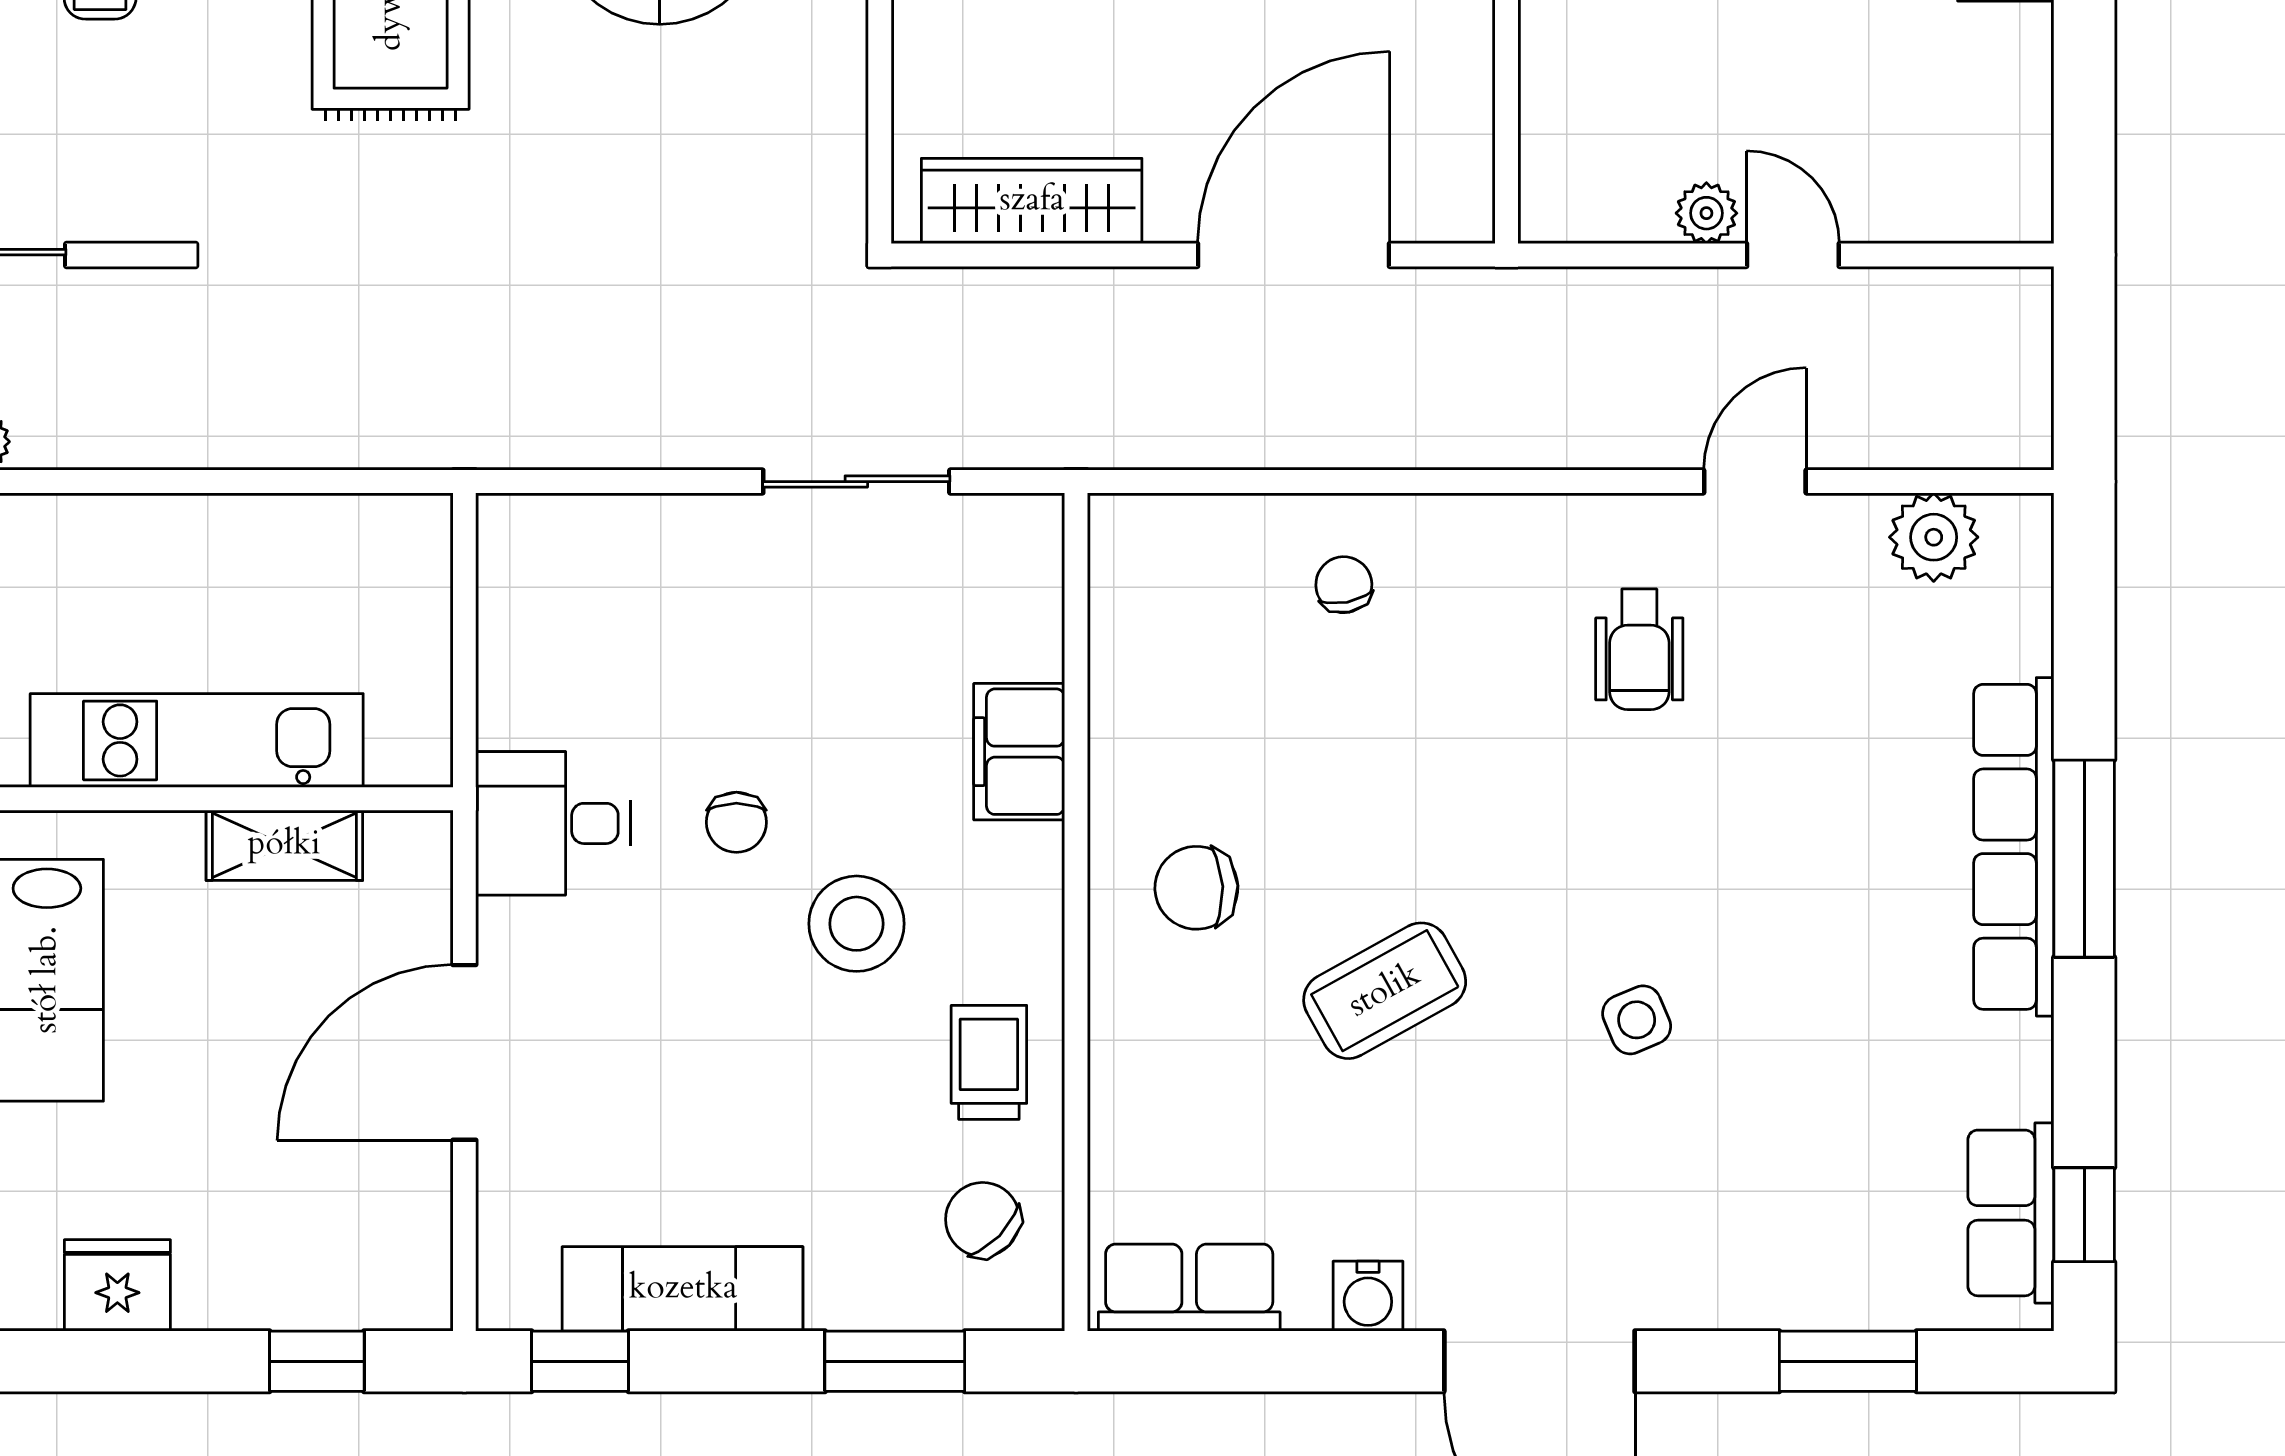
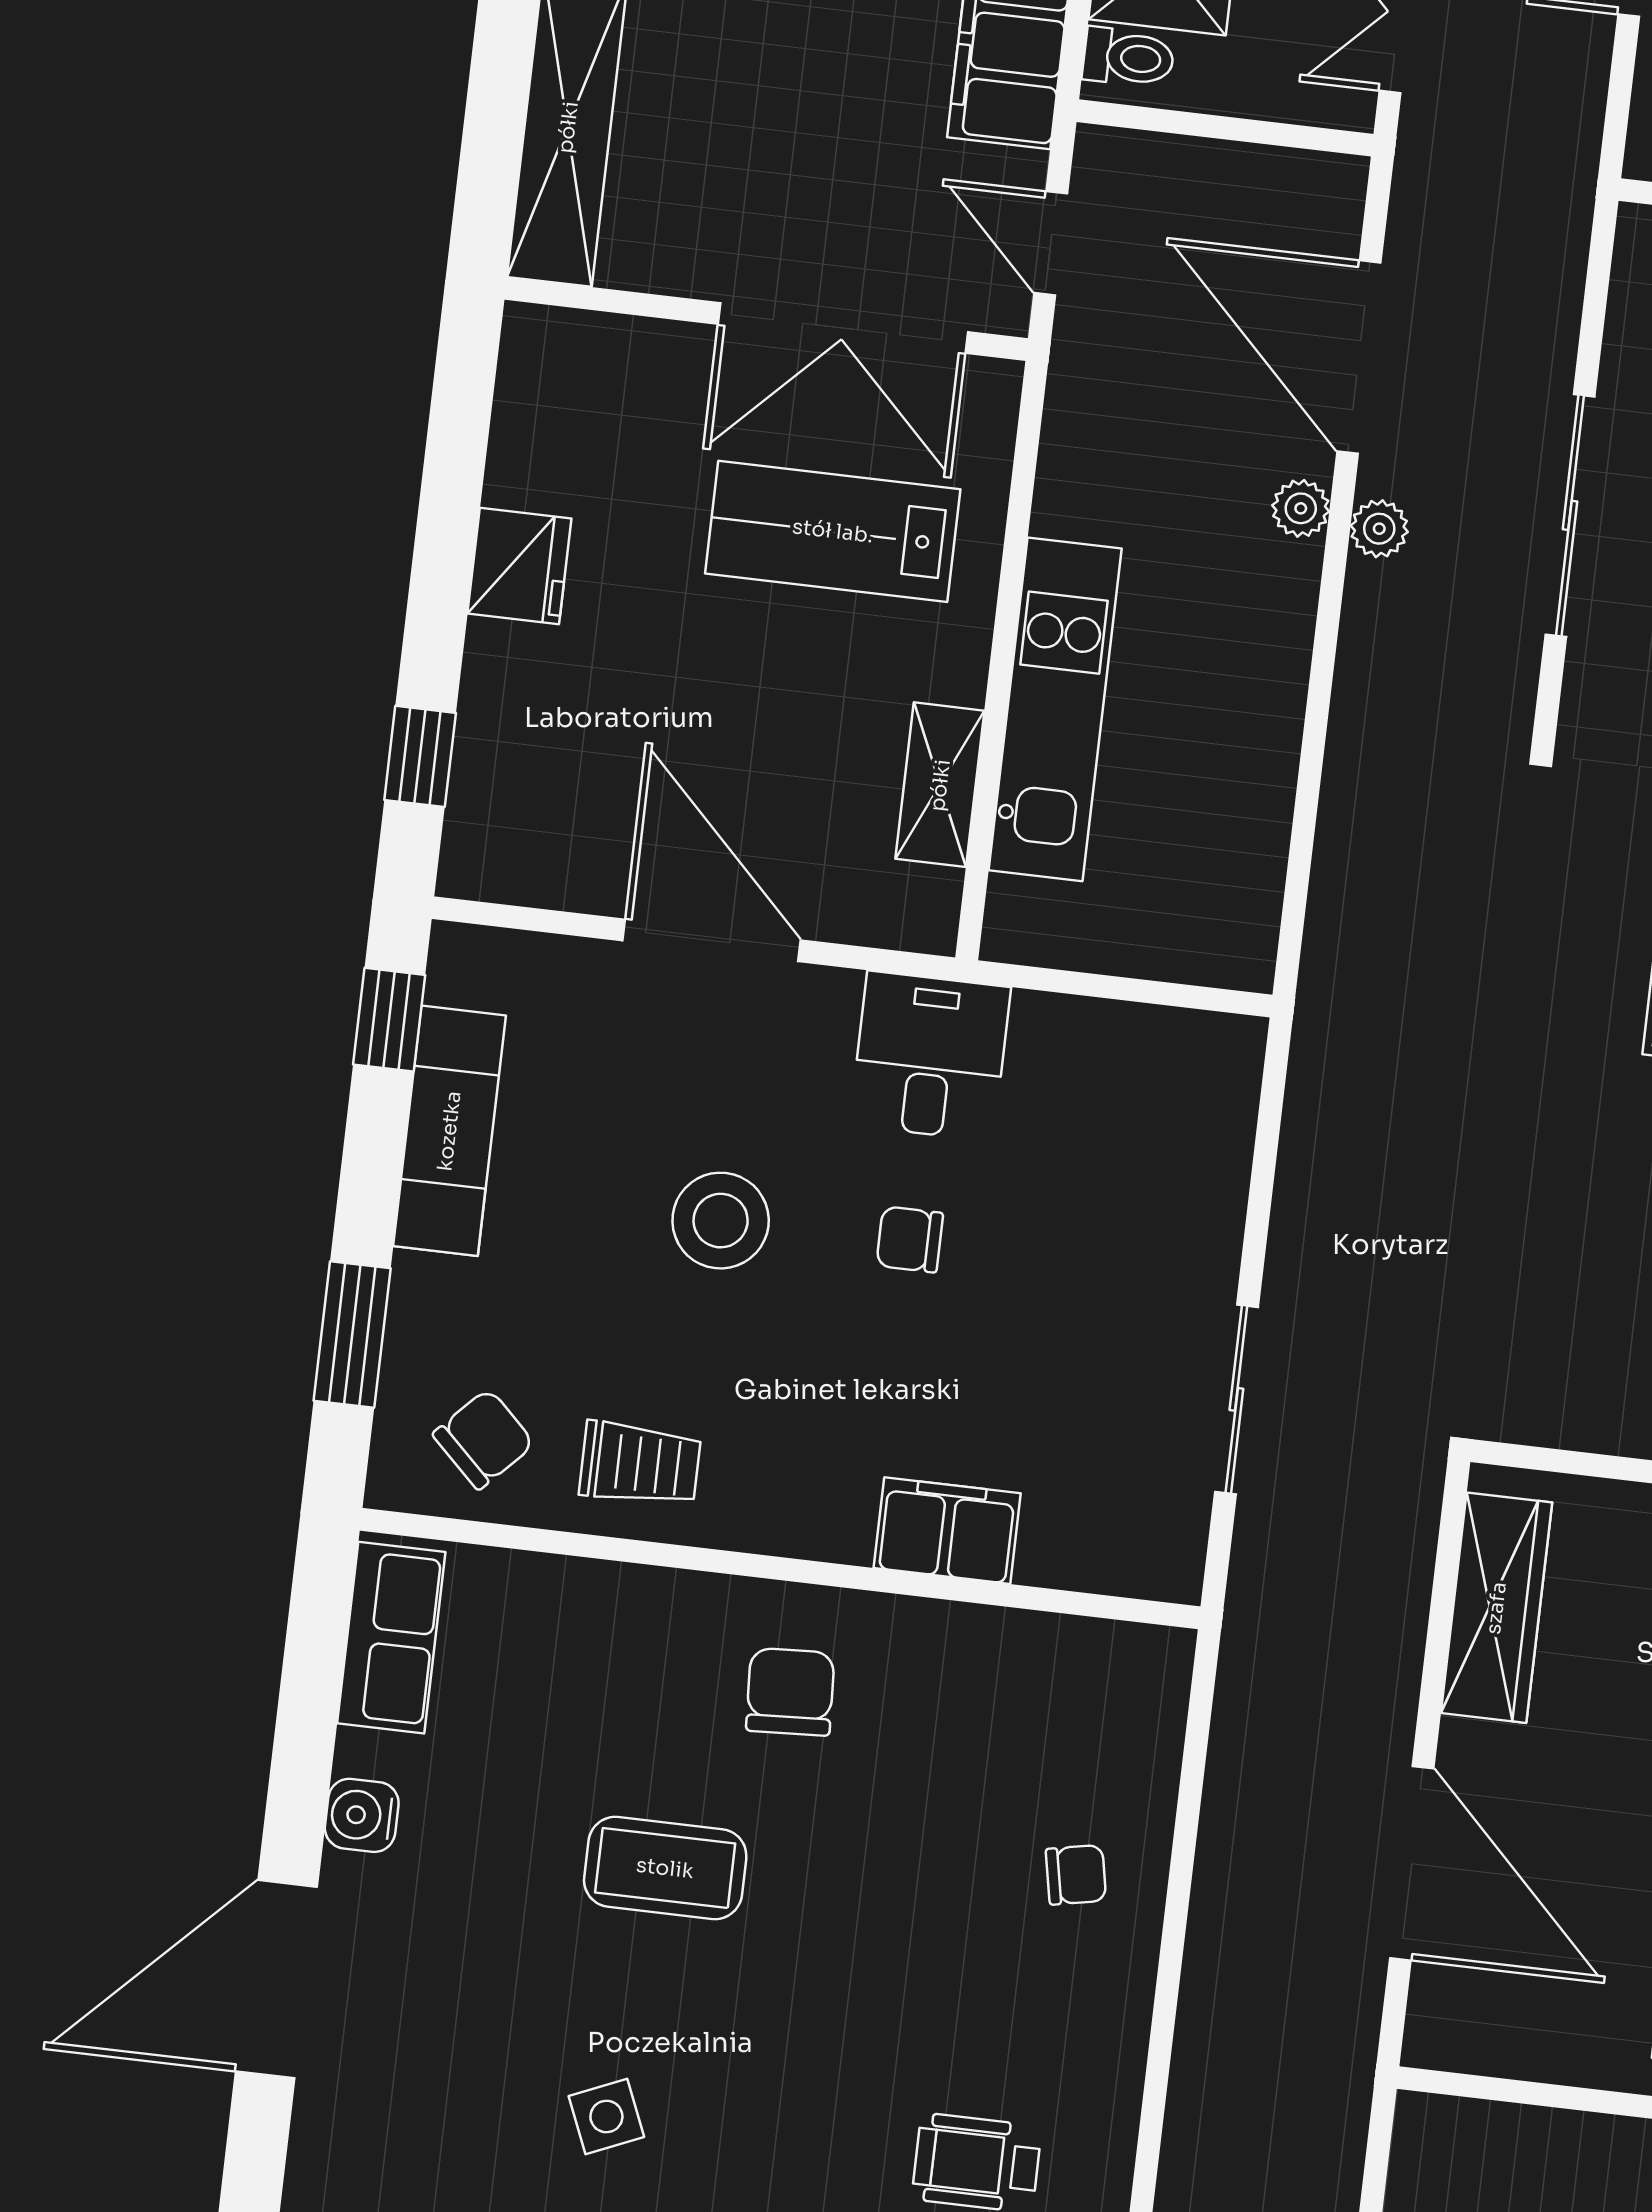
stool: (857, 924) -> (721, 1221), moved
coffee table: (1385, 991) -> (665, 1868), turned -61

